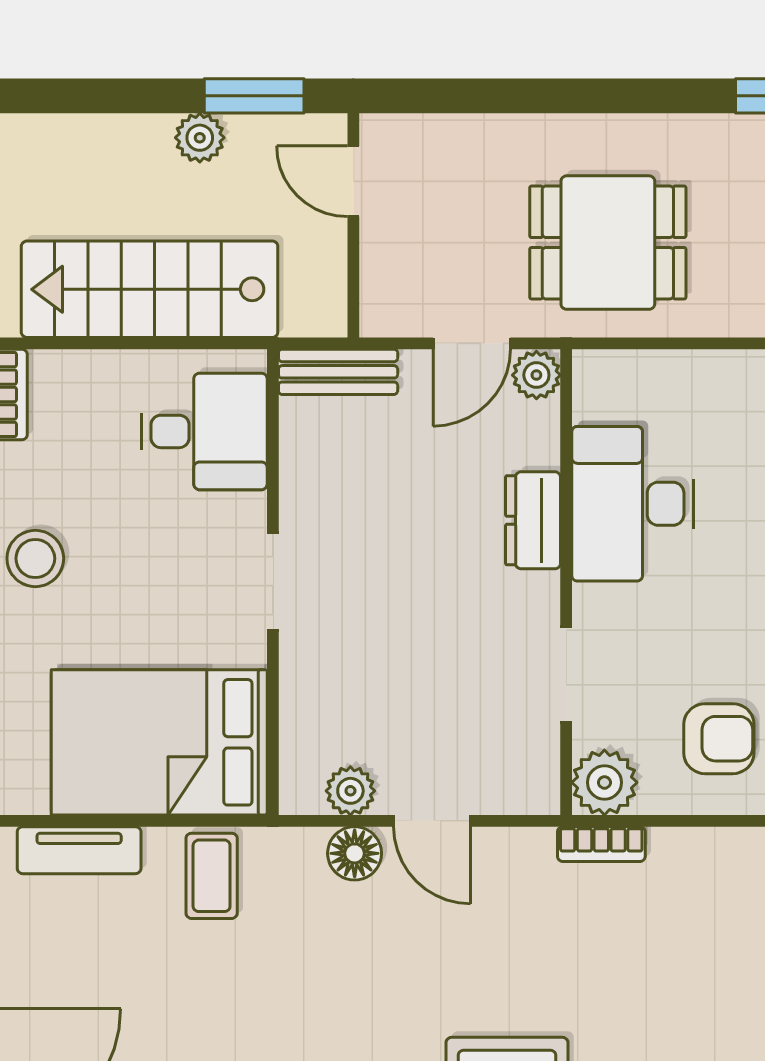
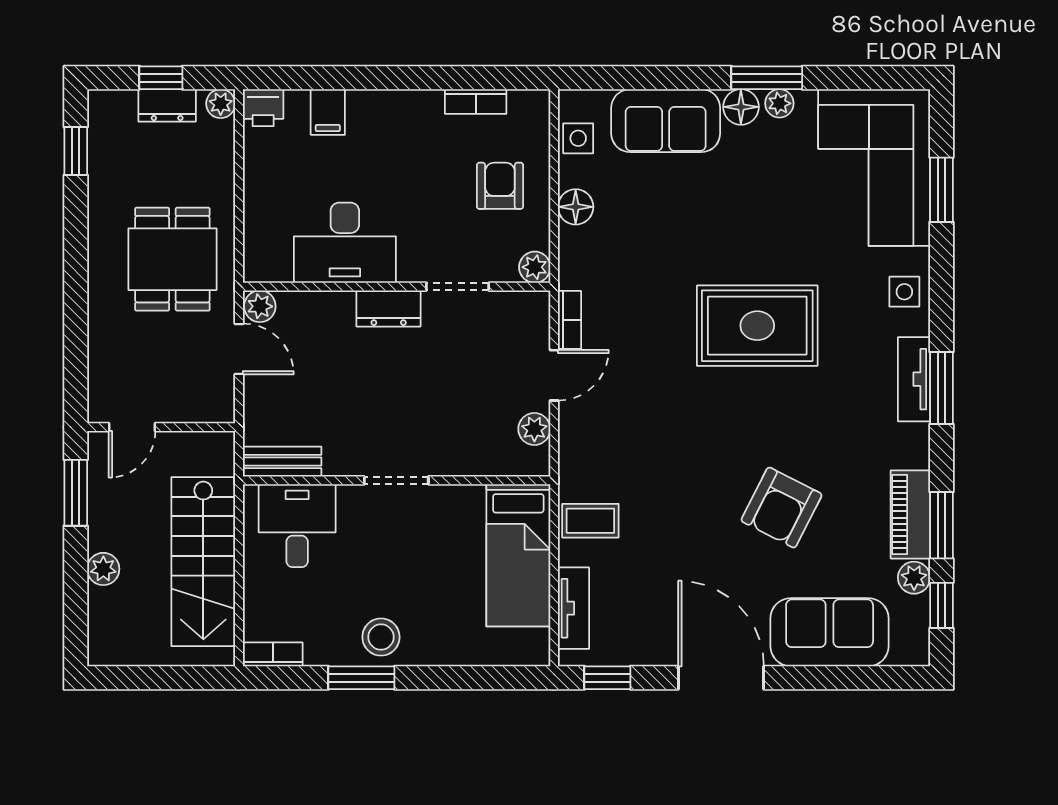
plant: (200, 138) -> (103, 569), moved
bench: (338, 372) -> (282, 462), moved, turned 90
dresser: (533, 520) -> (389, 308), moved
bed: (159, 742) -> (518, 555), width x0.67
plant: (604, 782) -> (535, 267), width x0.73, depth x0.73
bookcase: (601, 844) -> (570, 320), moved
floor lamp: (355, 853) -> (576, 207), moved

